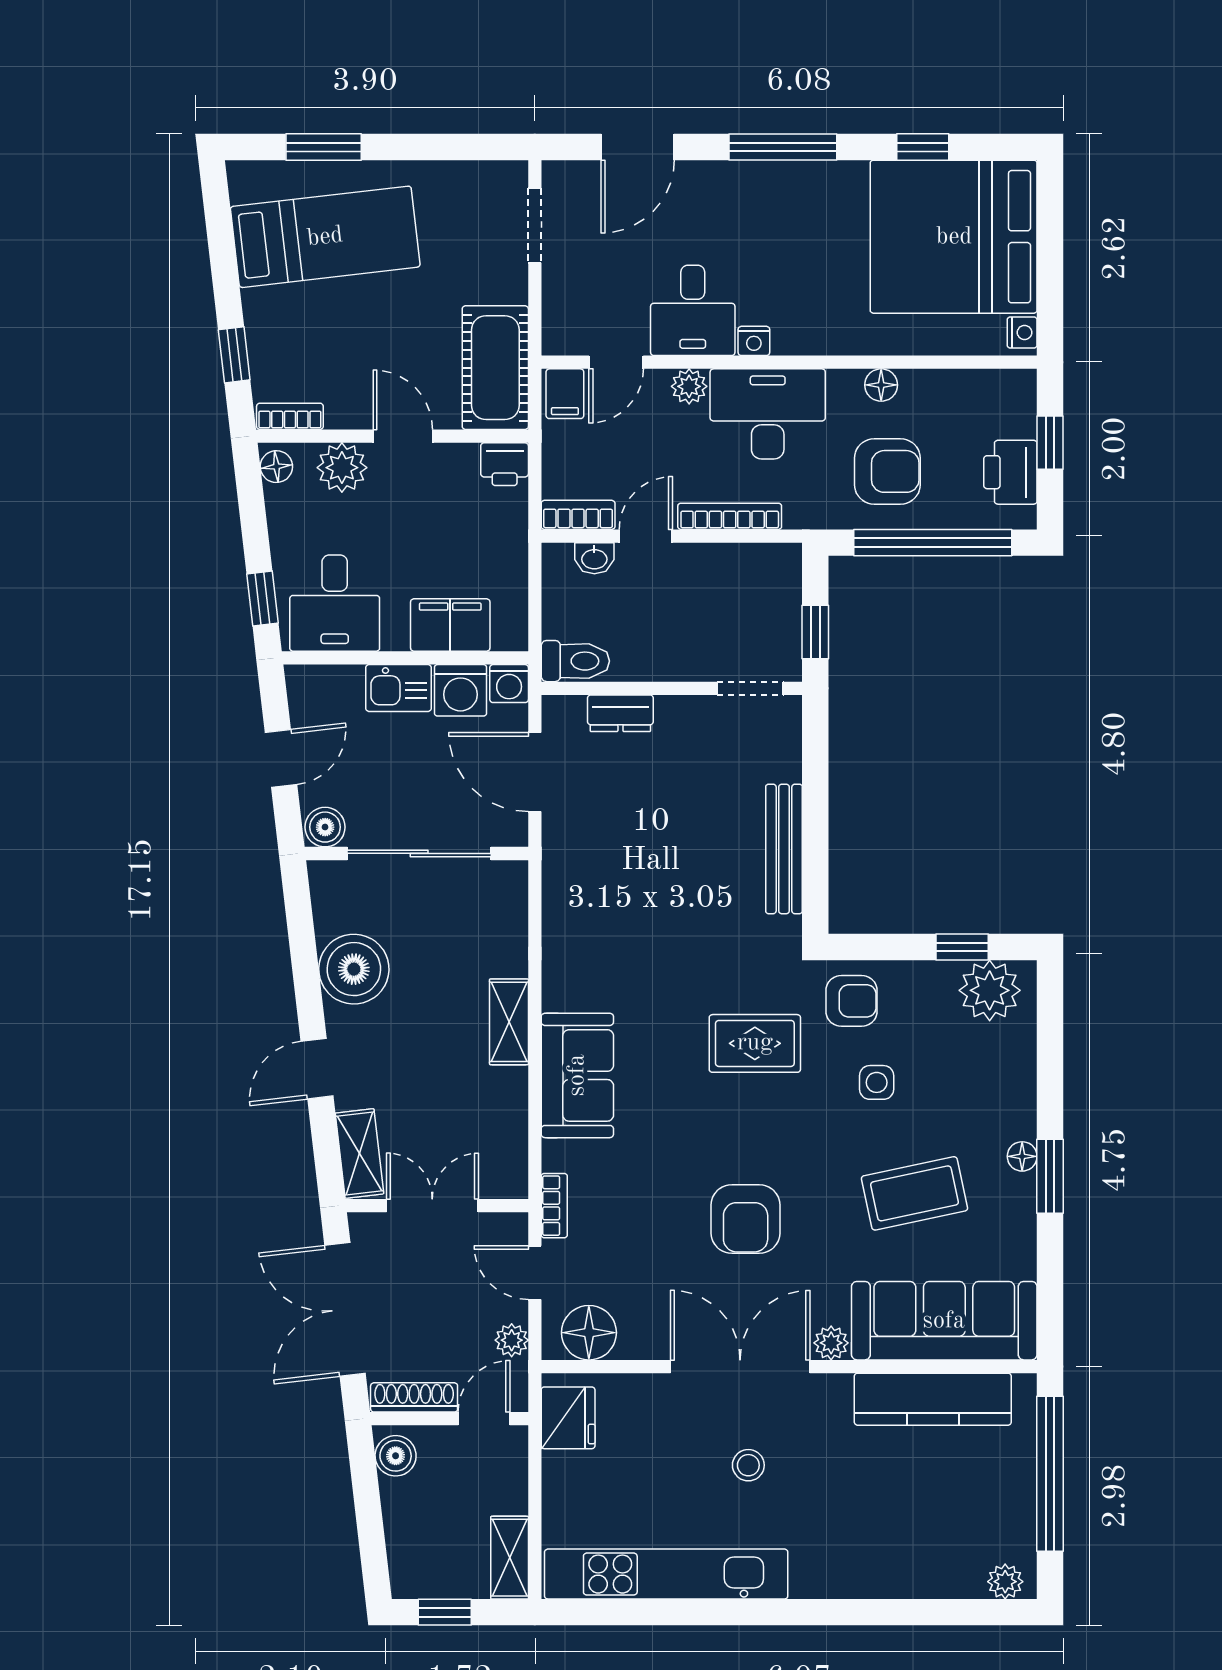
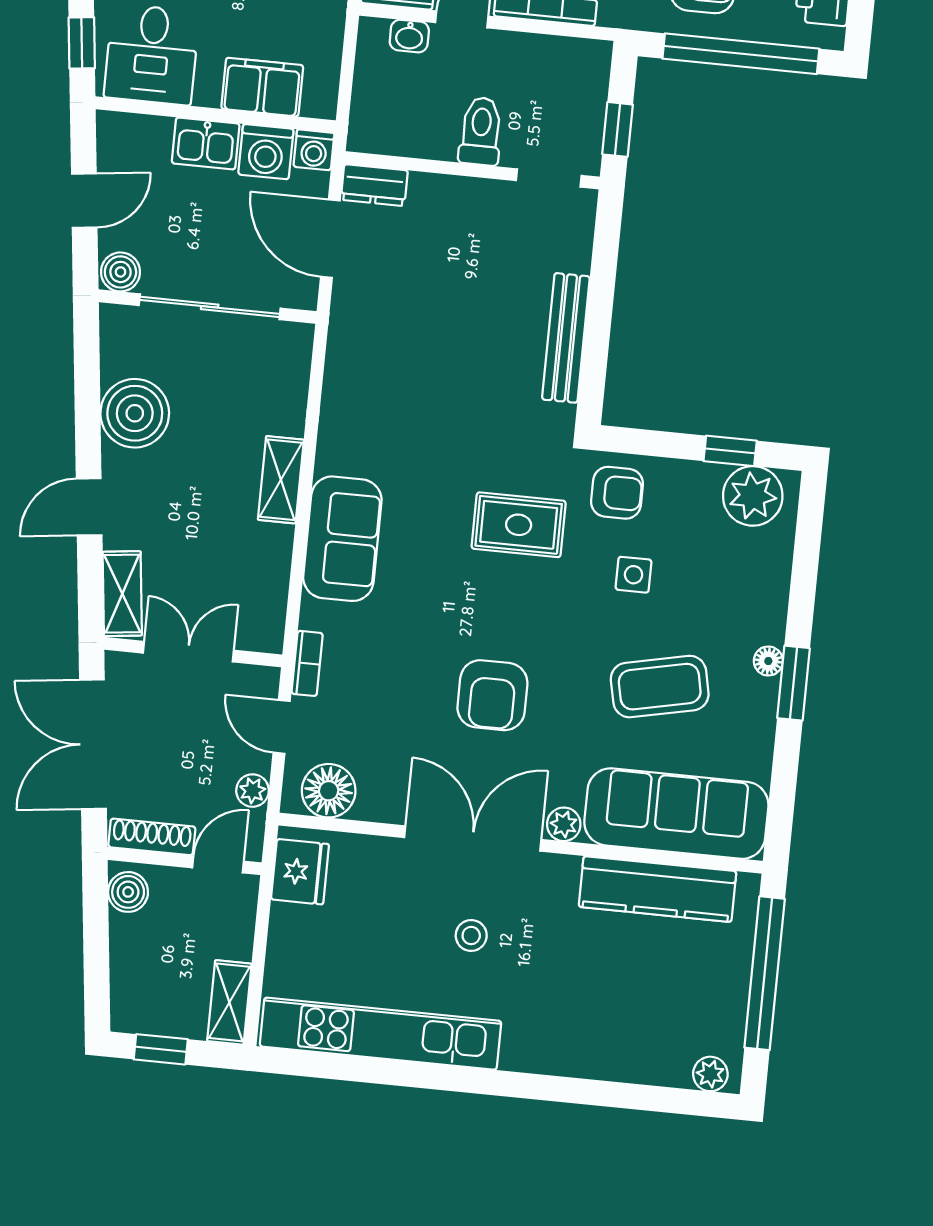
toilet: (575, 661) -> (481, 131), moved, turned -90
dresser: (620, 713) -> (374, 185), moved

